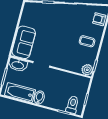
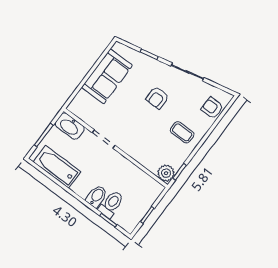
armchair: (64, 26) -> (157, 98), added
sofa: (24, 42) -> (107, 76), moved
bidet: (39, 98) -> (97, 196), moved
toilet: (72, 105) -> (111, 204), moved

